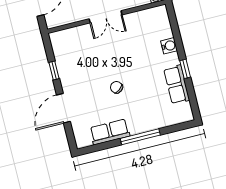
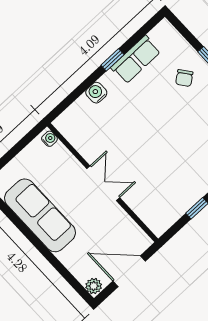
chair: (117, 87) -> (184, 78), moved

